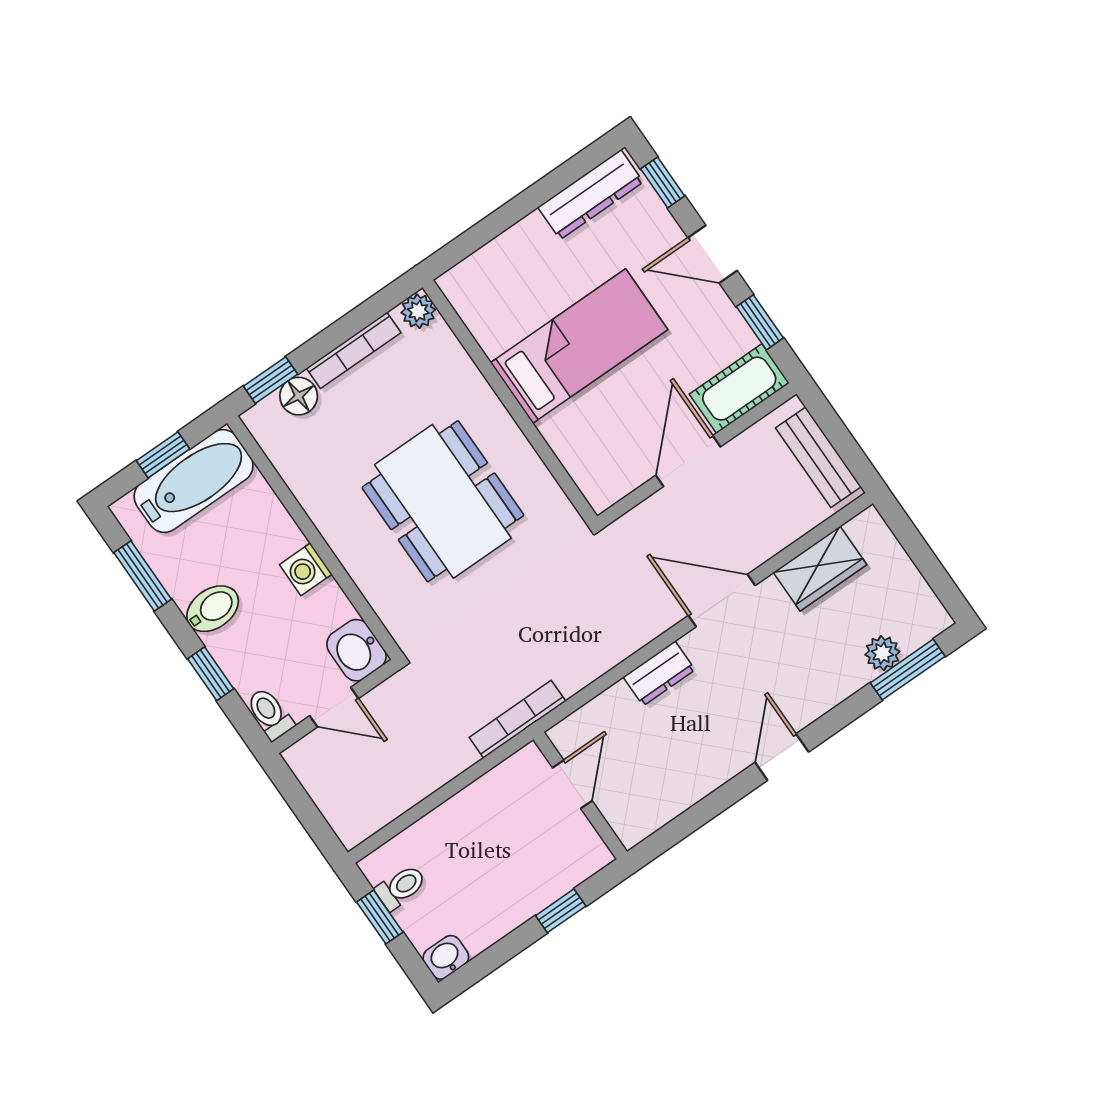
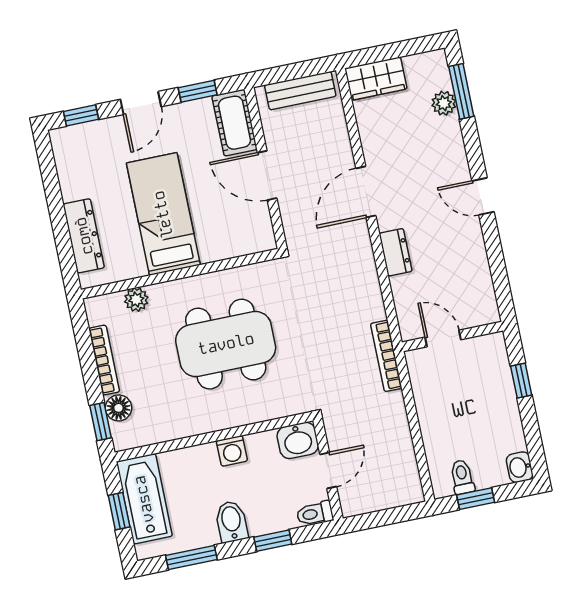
dresser: (591, 195) -> (84, 236), moved
plant: (418, 311) -> (136, 300), moved
wardrobe: (820, 569) -> (376, 79), moved, turned 90

